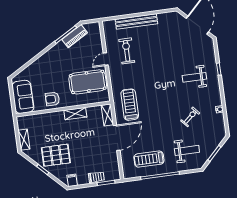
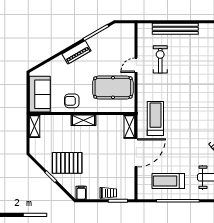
piano: (75, 36) -> (77, 52), moved
shelving: (75, 114) -> (83, 120), moved
shelving: (24, 140) -> (35, 126), moved

